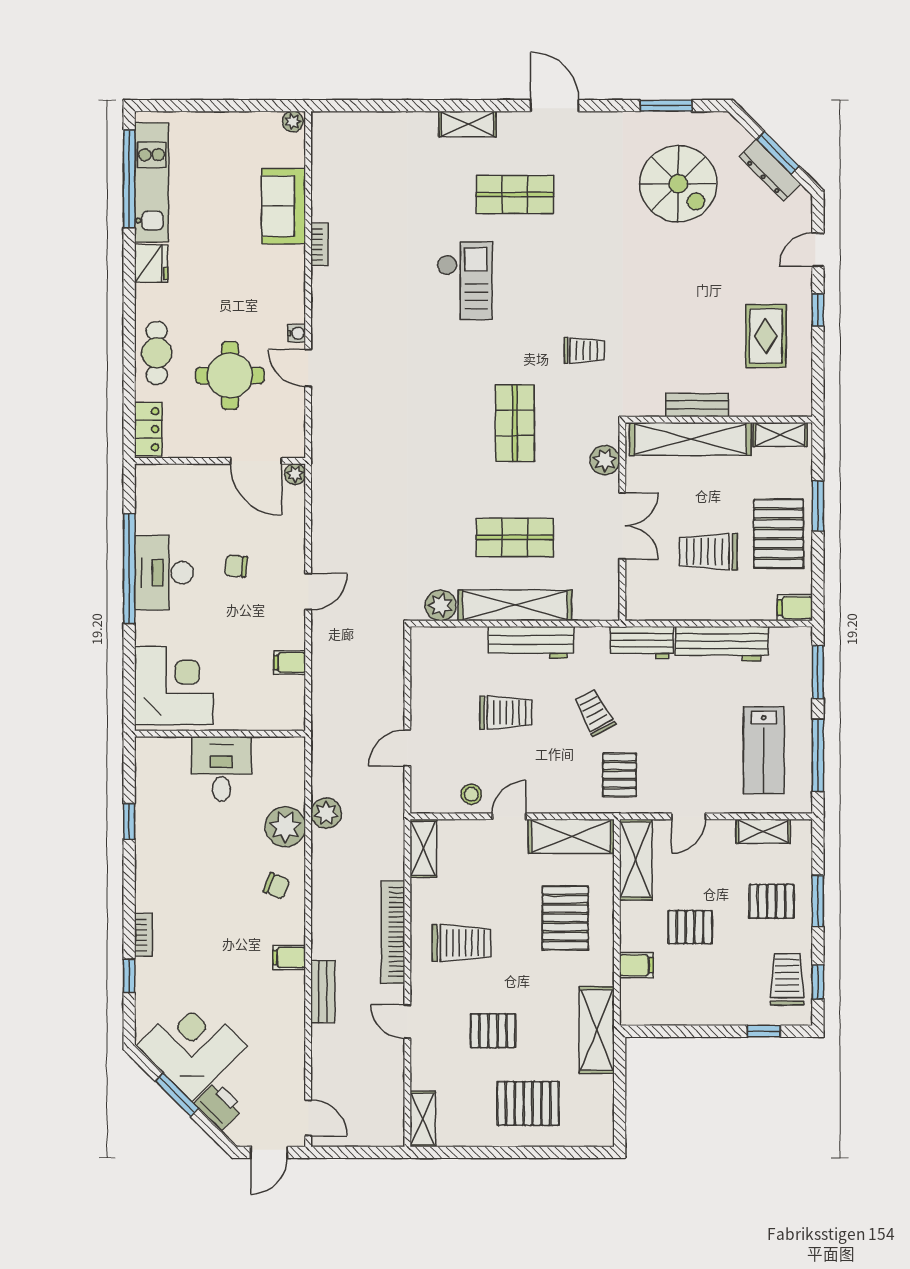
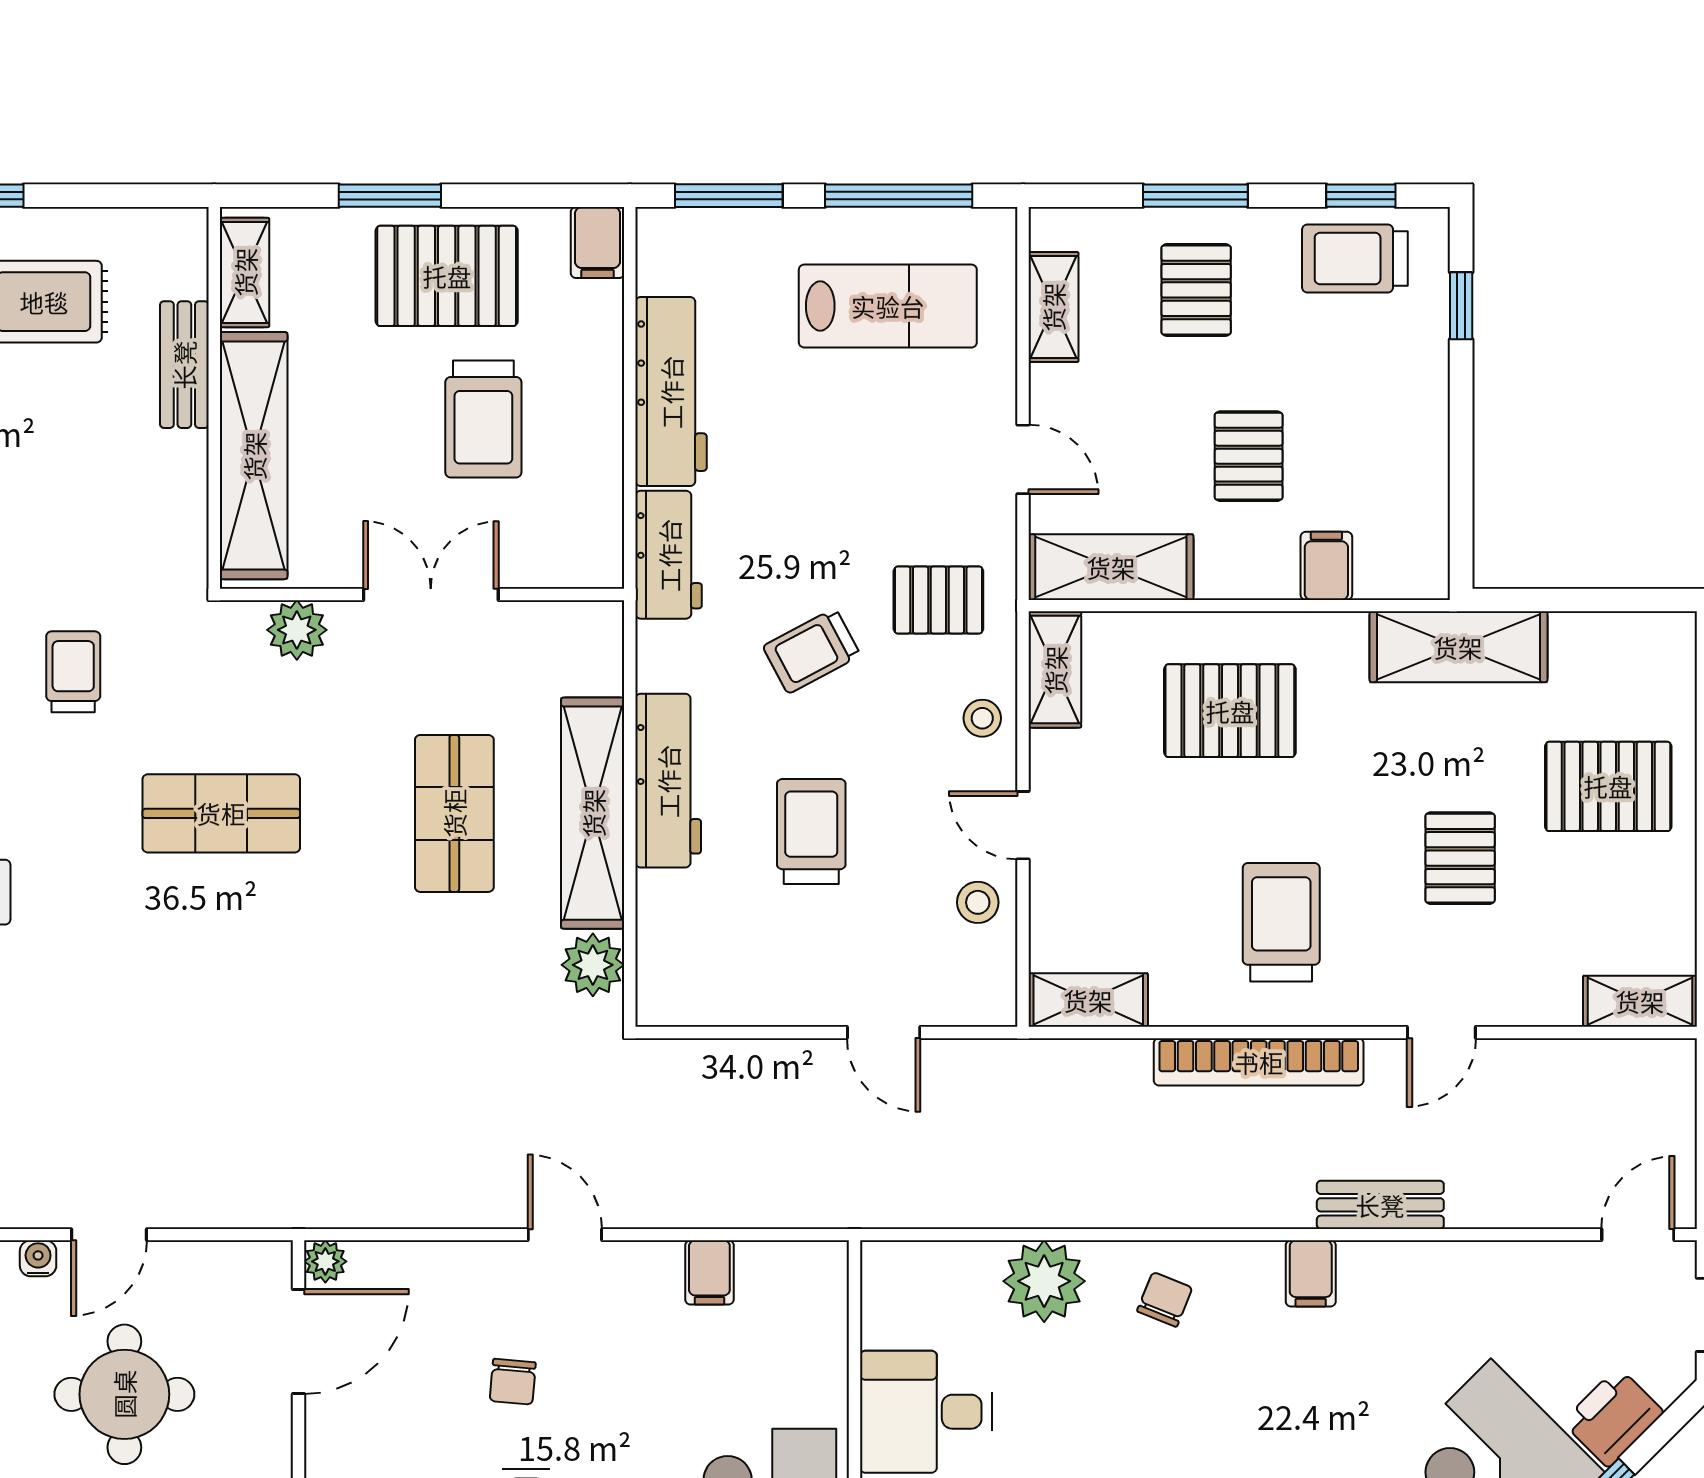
bench: (697, 405) -> (184, 365), moved
stool: (562, 796) -> (982, 718), added
plant: (326, 813) -> (1017, 1198), removed
shelving: (571, 836) -> (1055, 670), width x0.67, depth x0.75
pallet: (528, 1103) -> (1608, 786), turned 90

